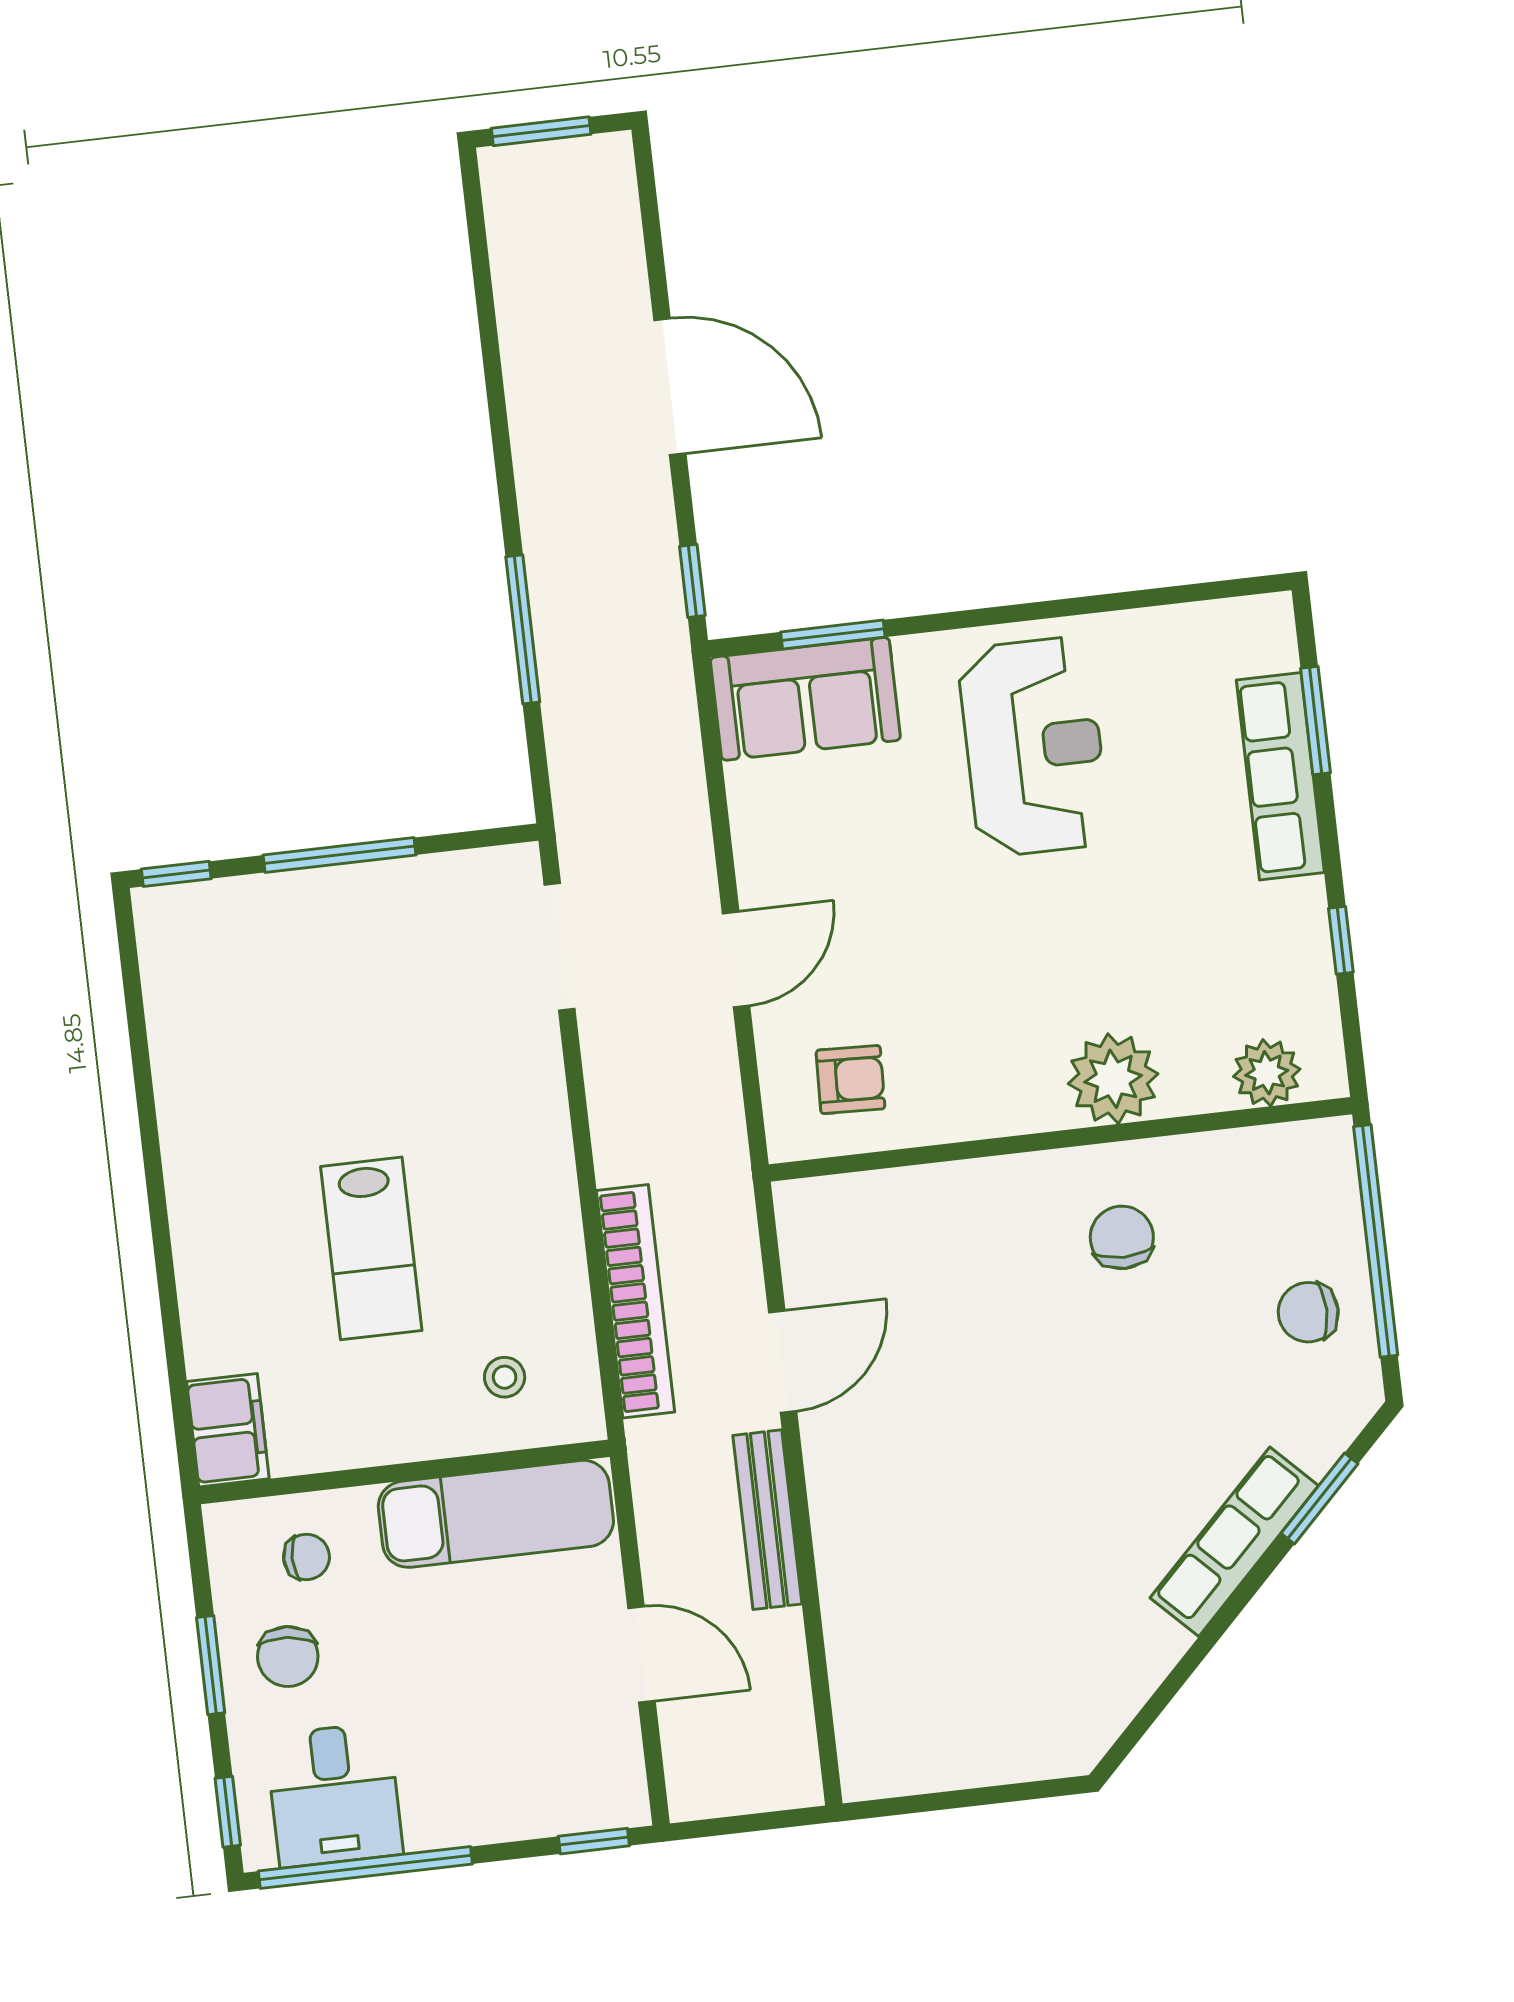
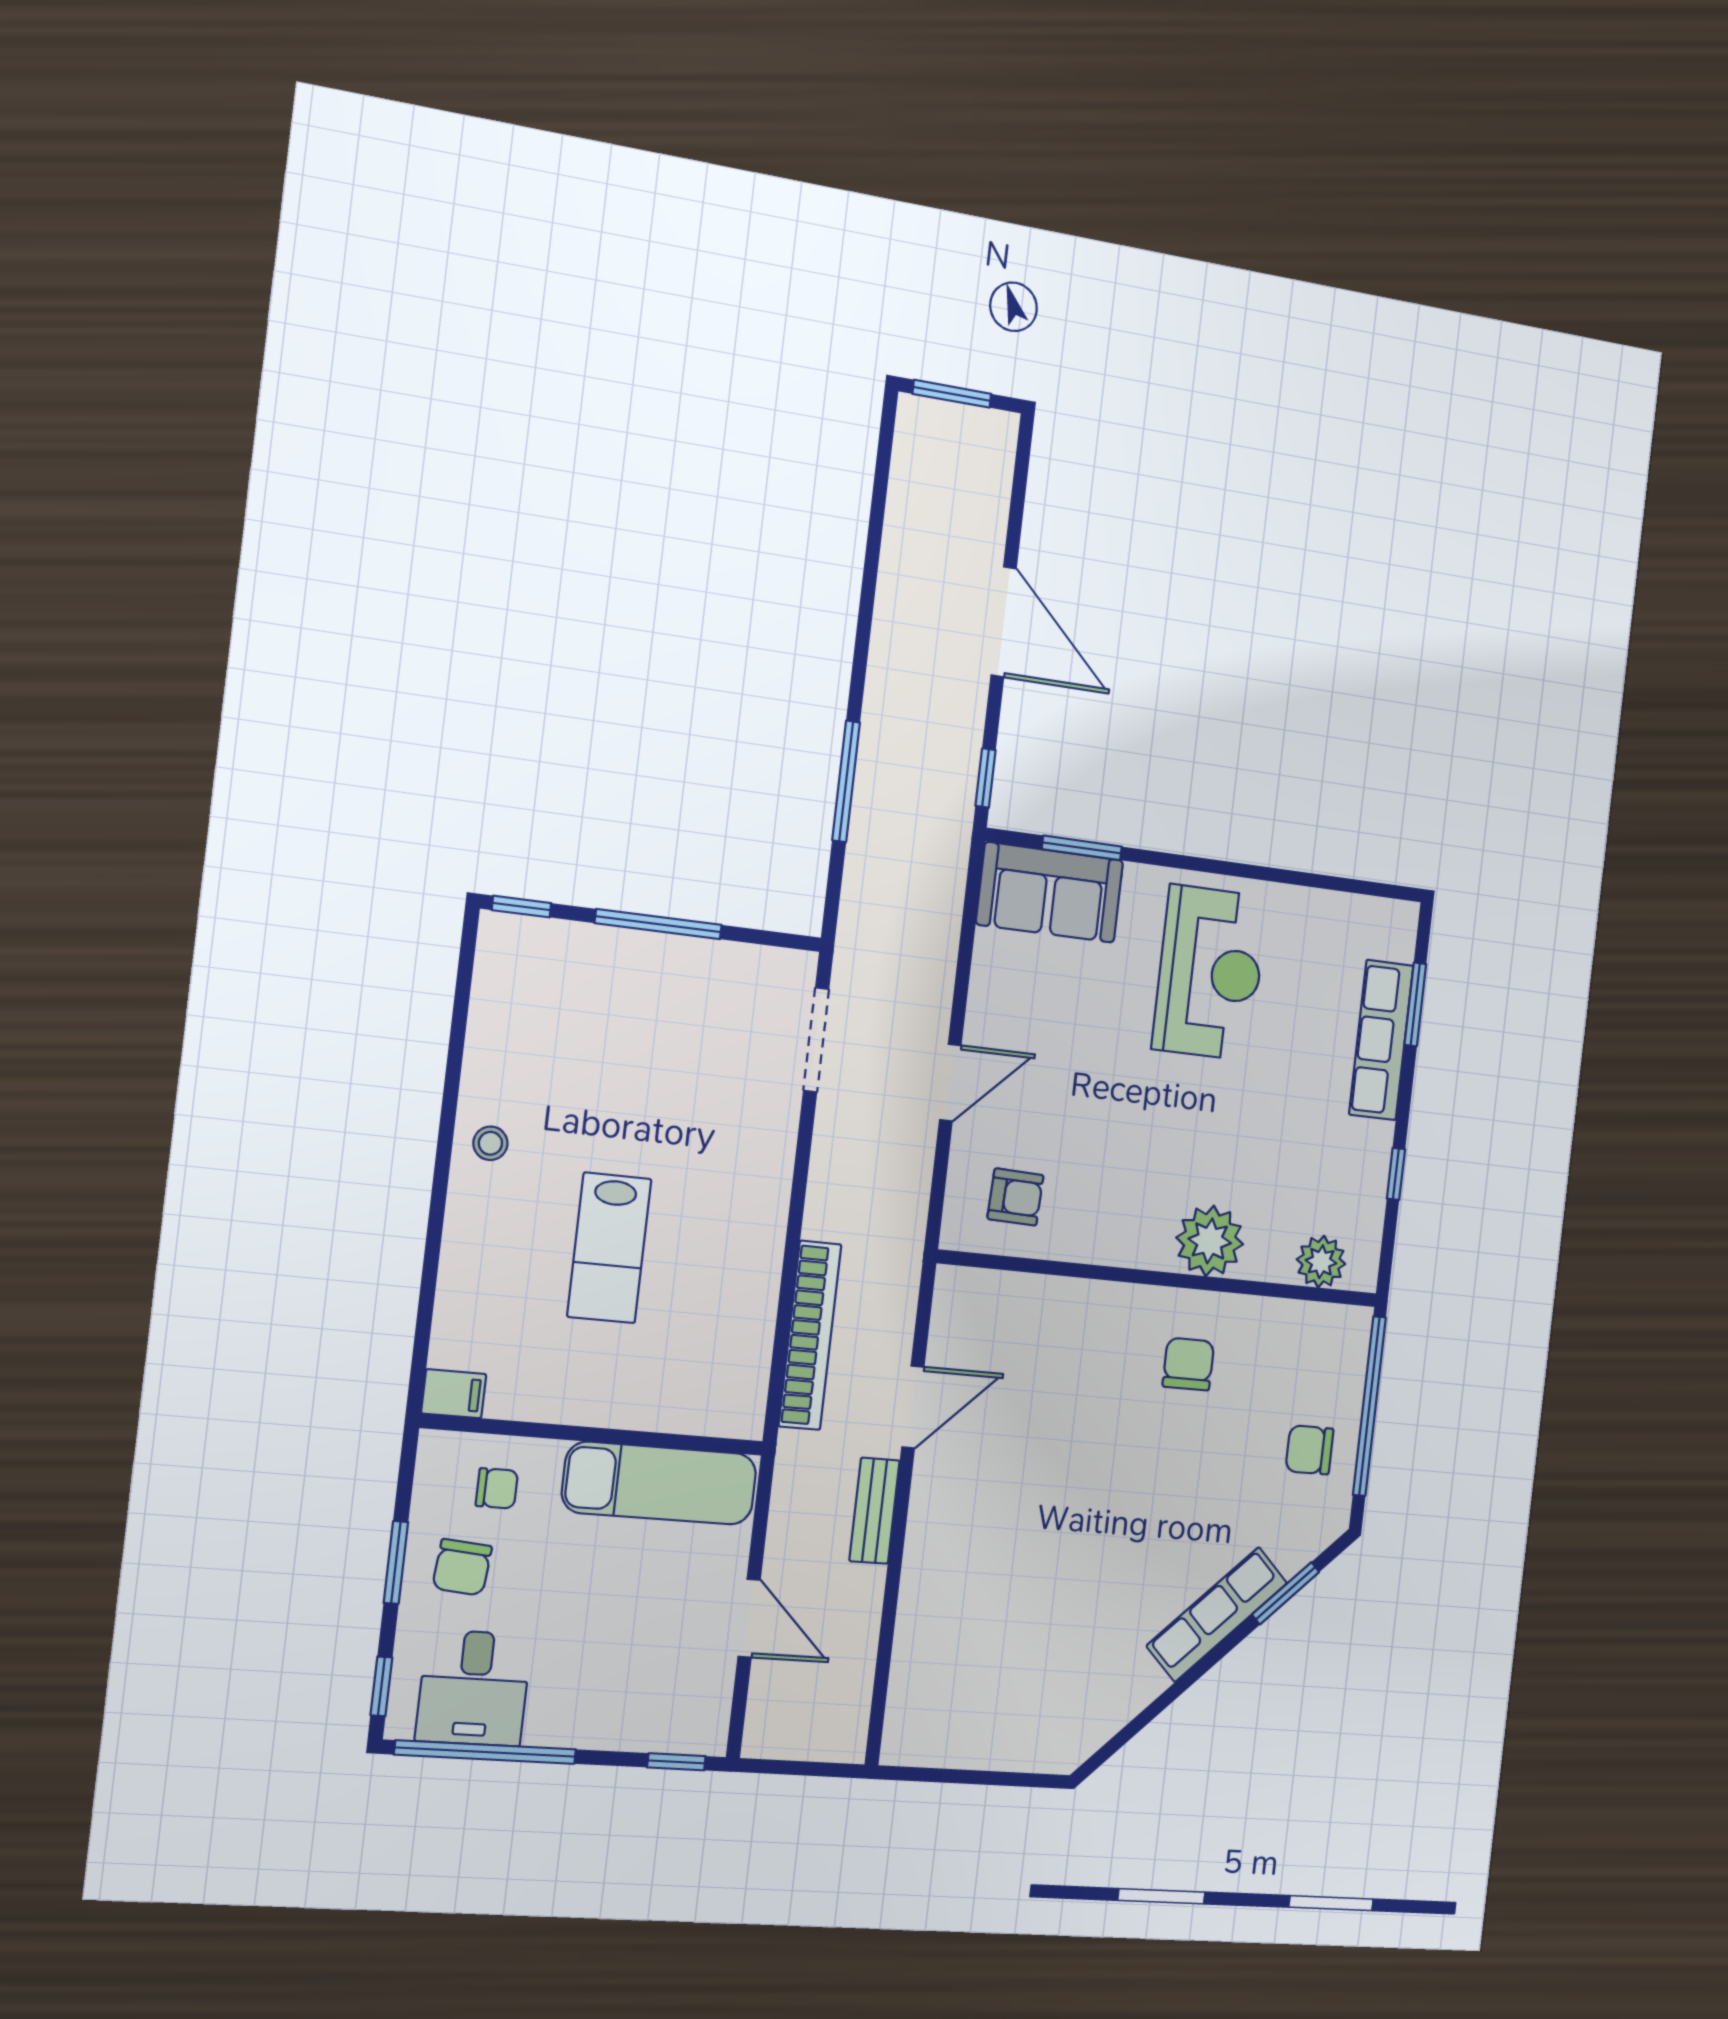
stool: (505, 1377) -> (490, 1143), moved
filing cabinet: (228, 1430) -> (454, 1394), width x0.50
bench: (767, 1520) -> (874, 1511), width x0.73

